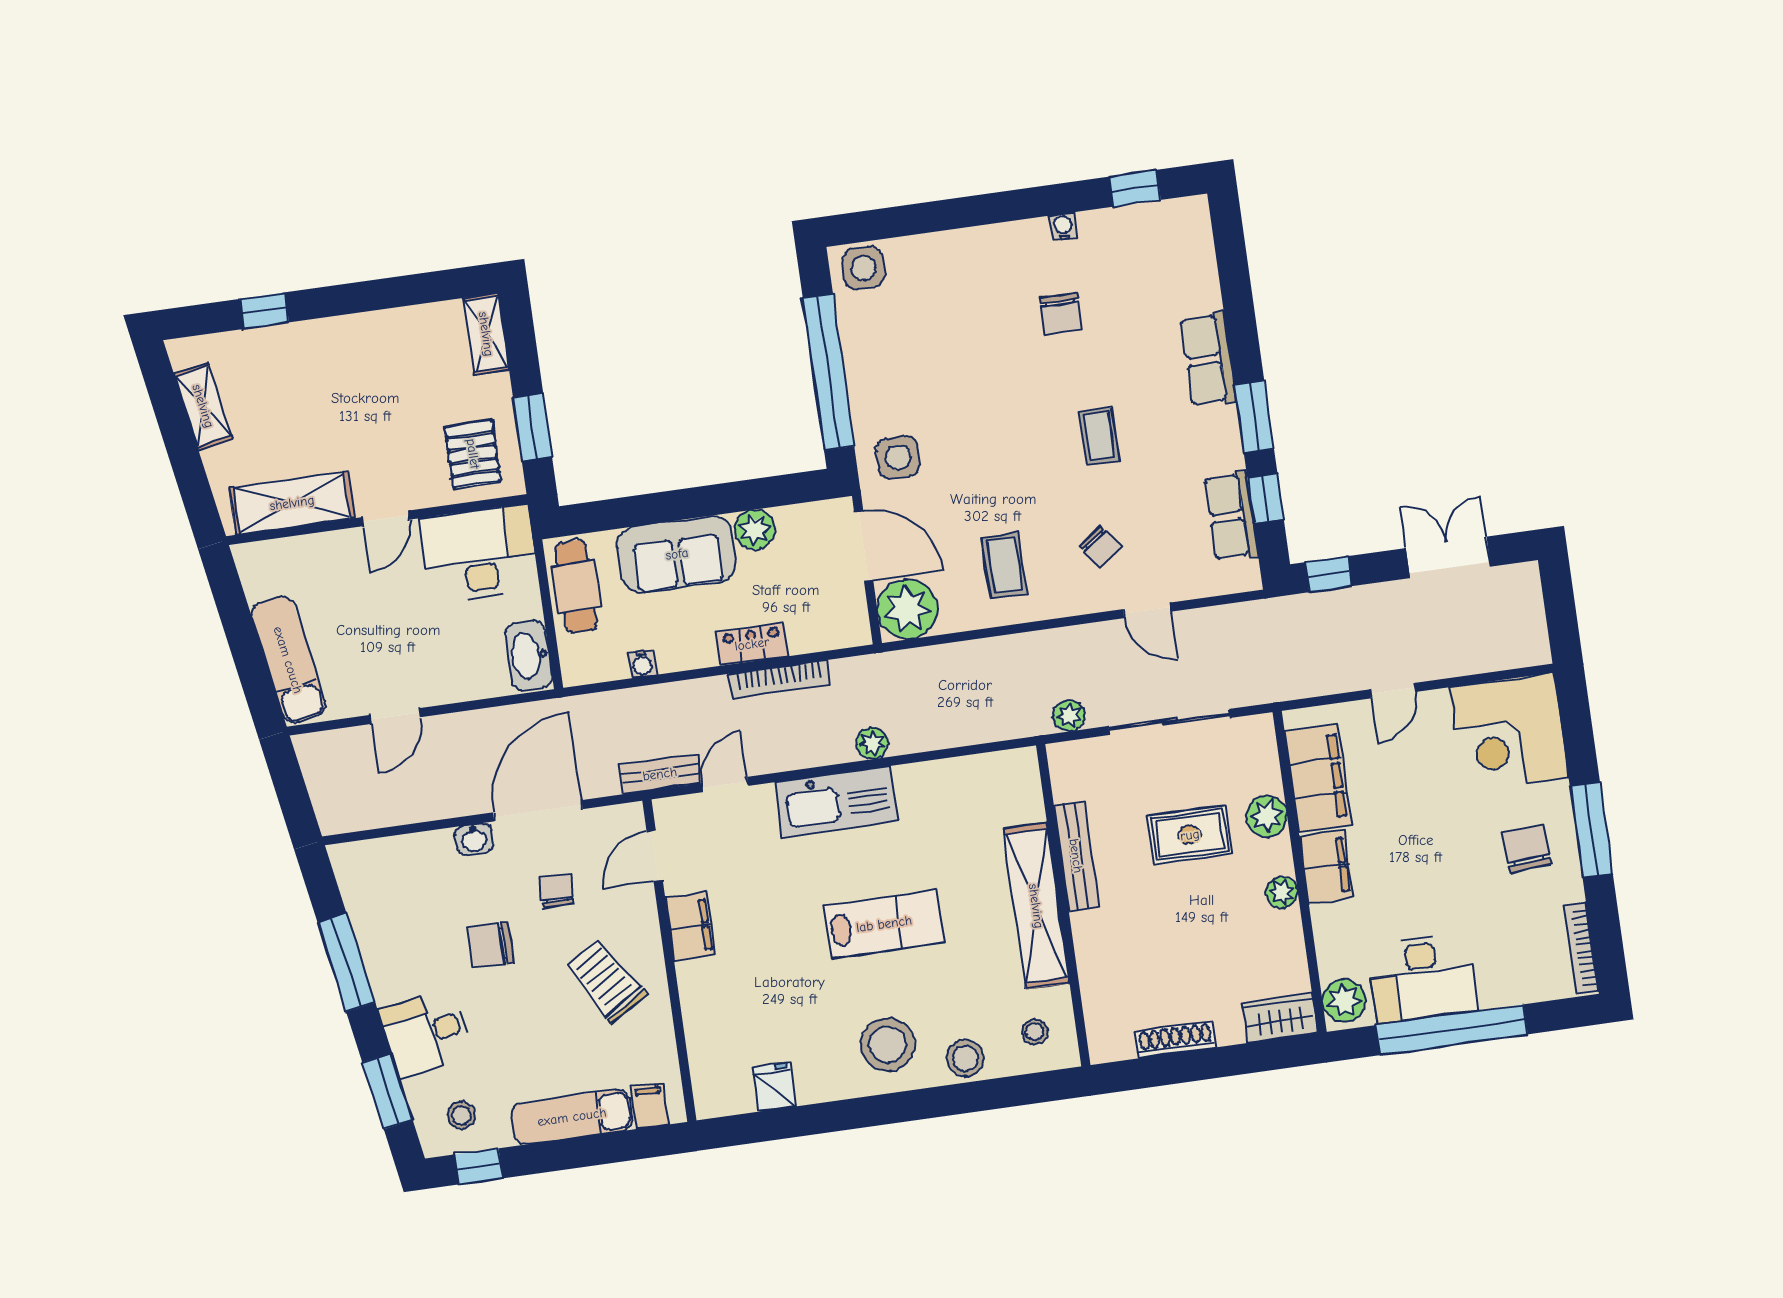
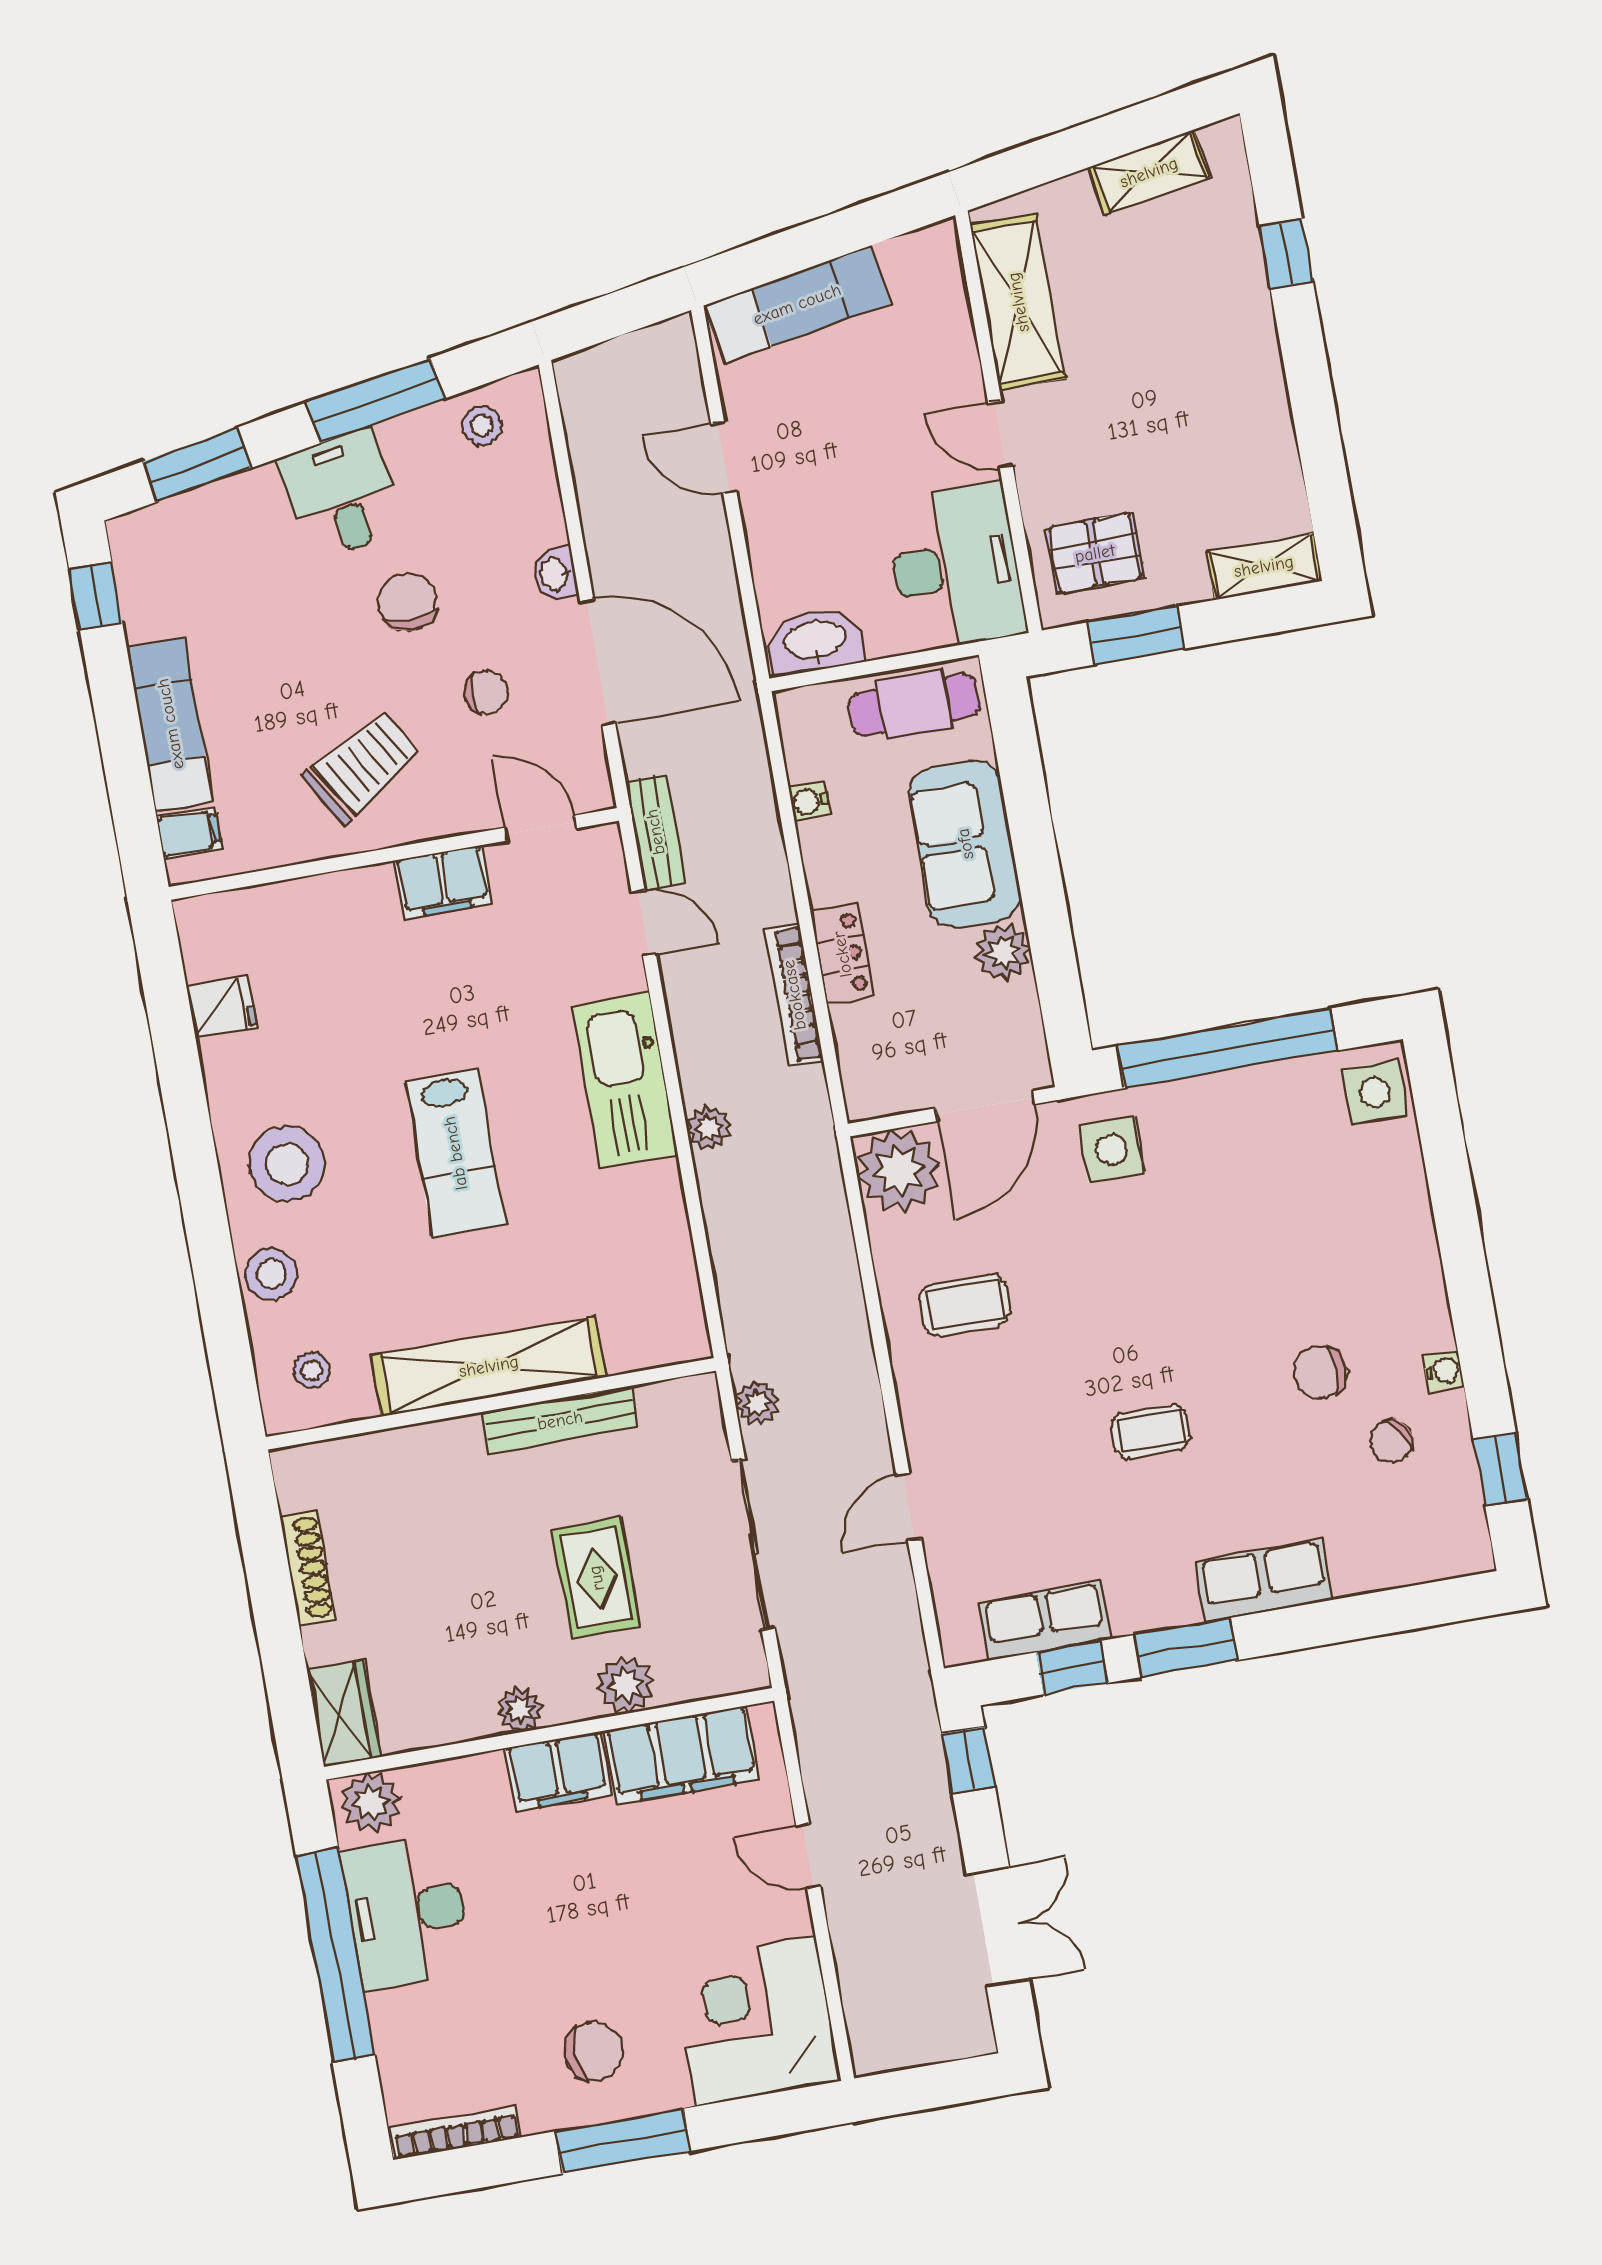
chair: (1100, 547) -> (1391, 1441), moved
desk: (426, 1033) -> (341, 494), moved
stool: (462, 1115) -> (482, 426), moved

